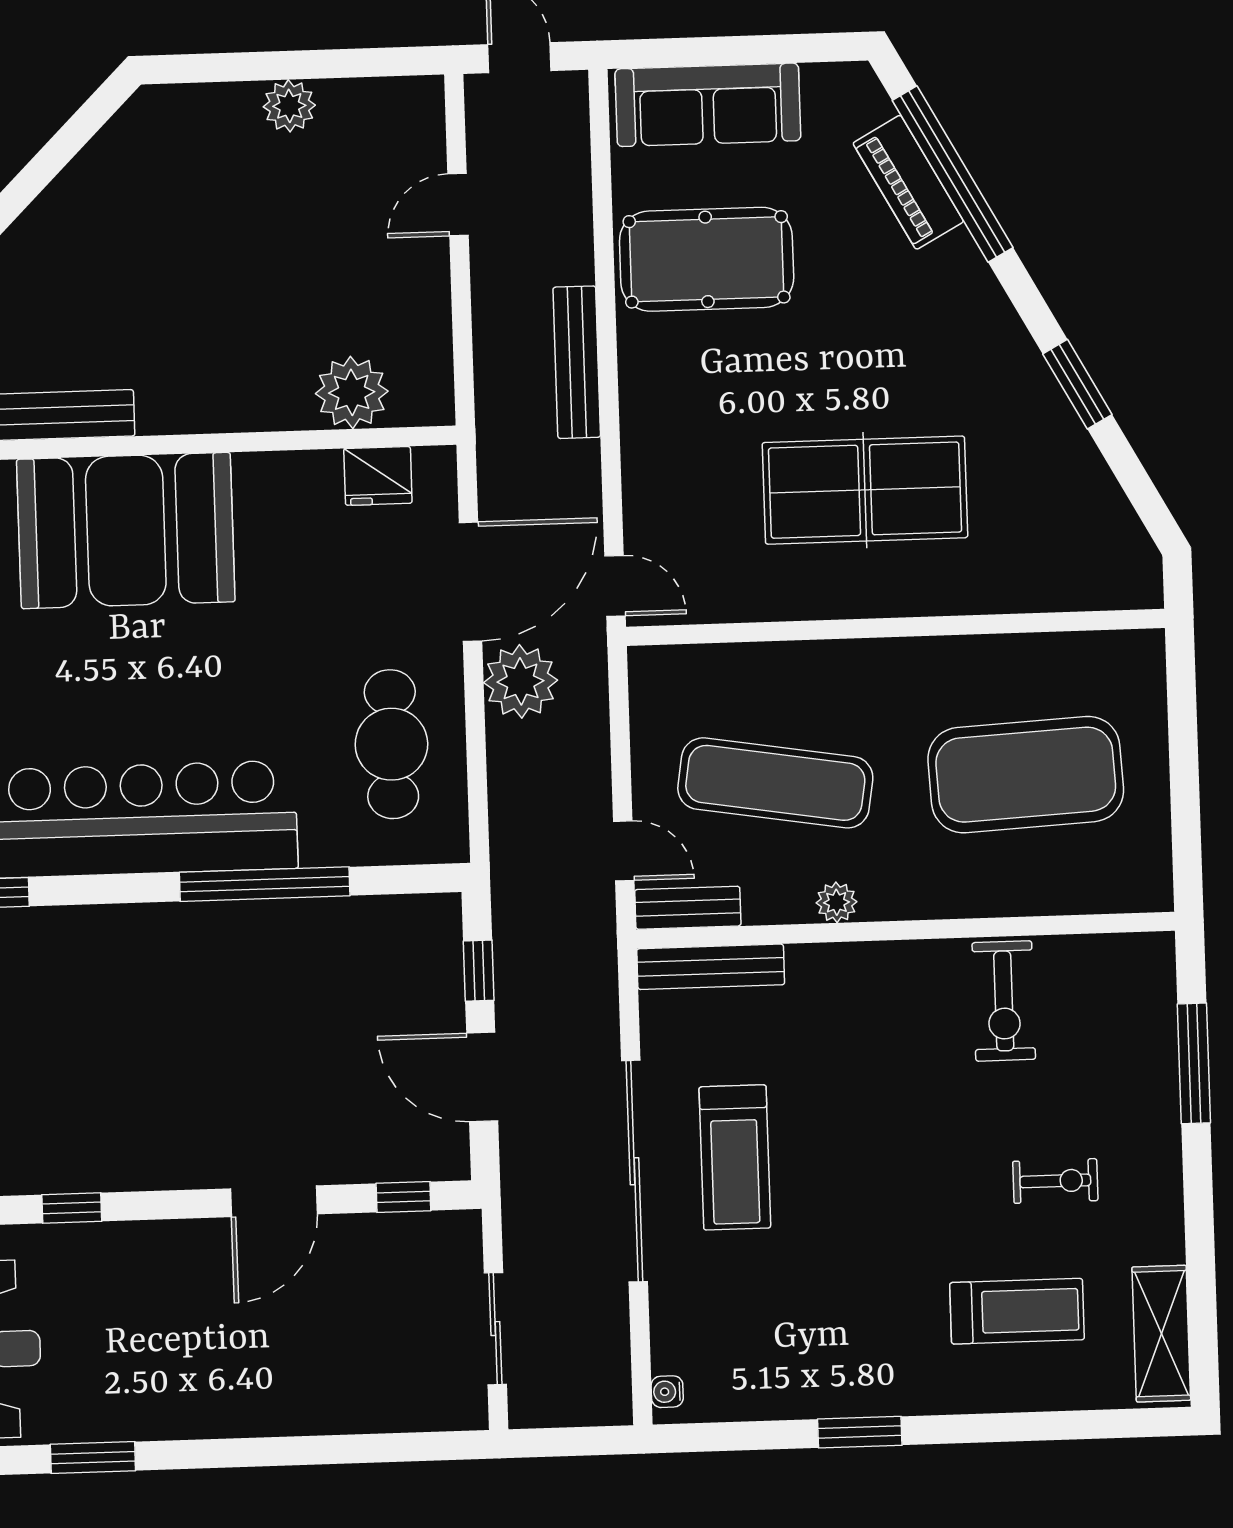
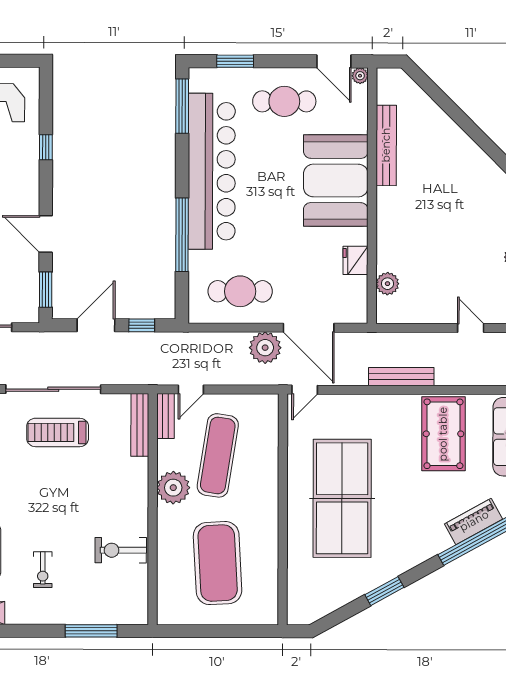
plant: (352, 392) -> (387, 284), width x0.73, depth x0.73
fridge: (378, 476) -> (356, 260), moved
table tennis table: (865, 490) -> (342, 498), width x1.36, depth x1.32
plant: (837, 902) -> (173, 488), width x1.87, depth x1.87
window: (403, 1197) -> (46, 290), width x1.50

